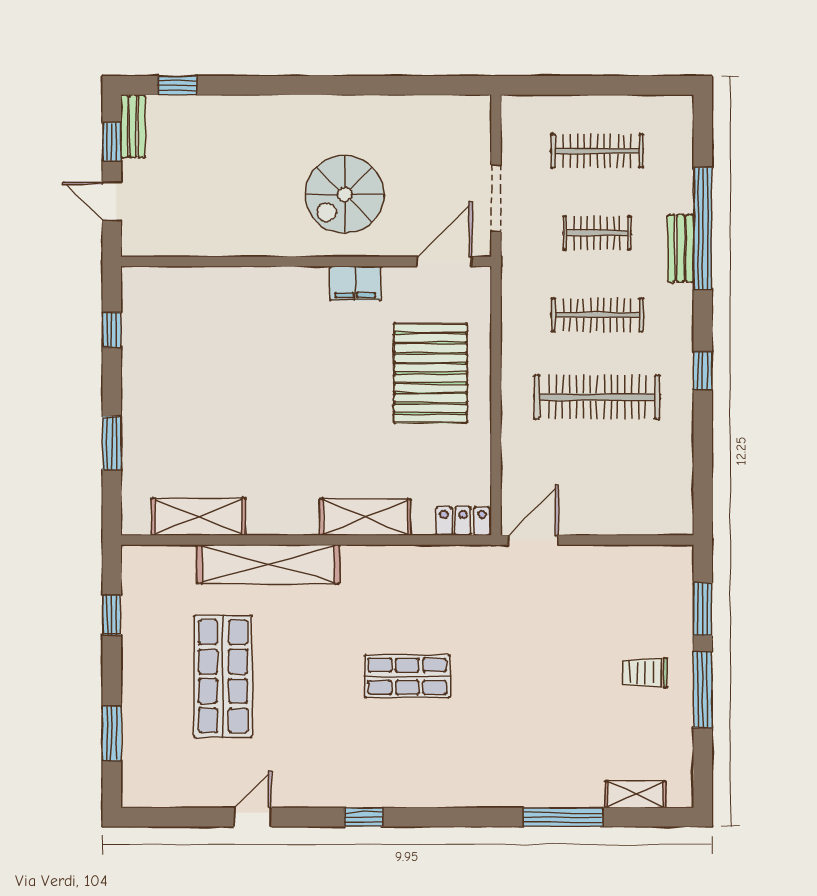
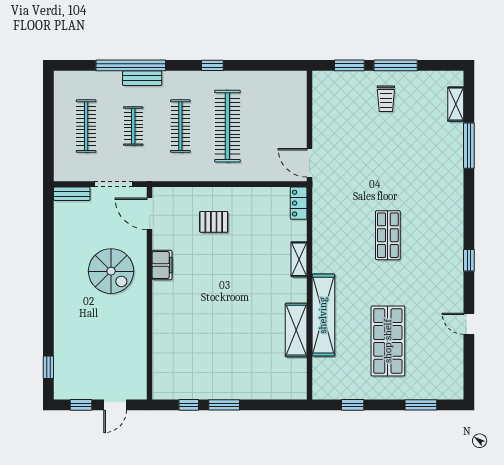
bench: (133, 126) -> (72, 194), moved
pallet: (430, 373) -> (214, 222), width x0.49, depth x0.50
window: (112, 443) -> (224, 405), moved
shelving: (199, 517) -> (296, 330), moved
shelving: (365, 517) -> (299, 259), width x0.67, depth x0.75
shop shelf: (223, 676) -> (388, 341), turned 90

